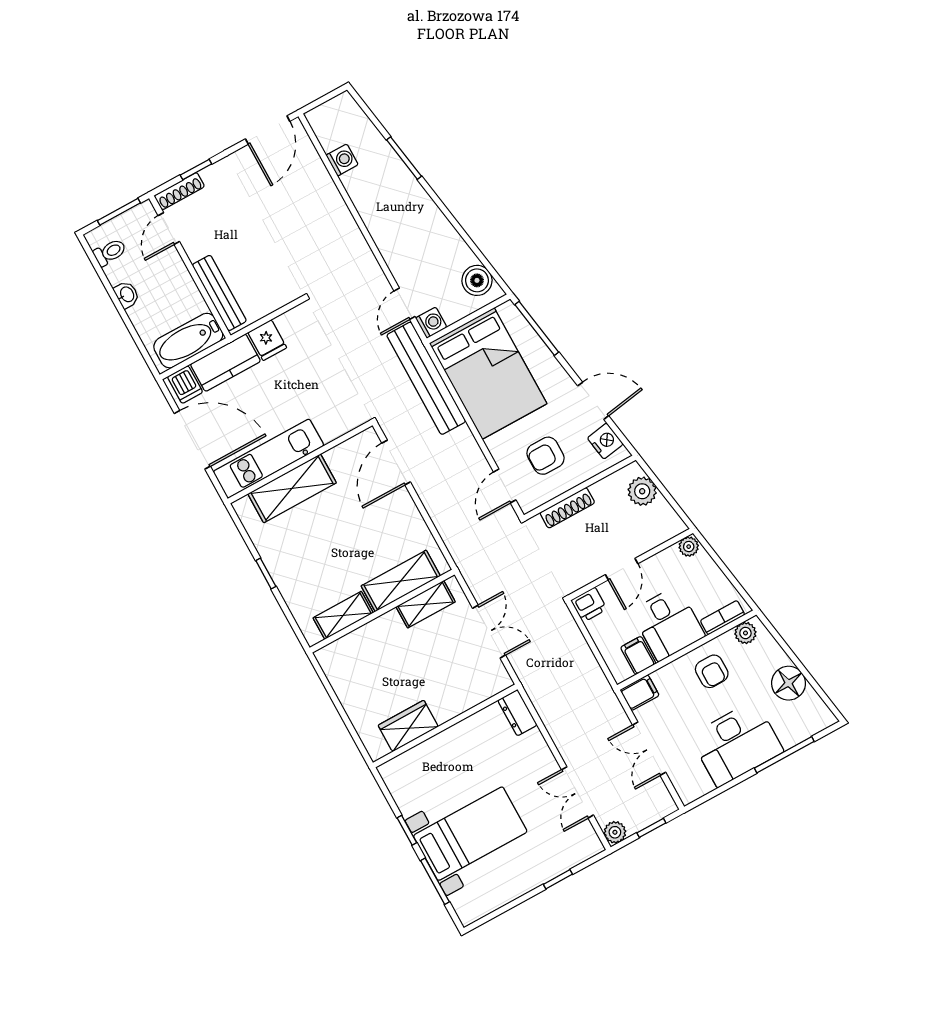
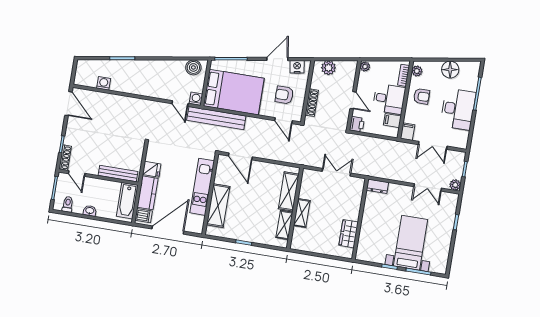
armchair: (546, 456) -> (284, 95), turned 90
kitchen unit: (269, 459) -> (202, 187), moved
shelving: (426, 604) -> (302, 213), moved

